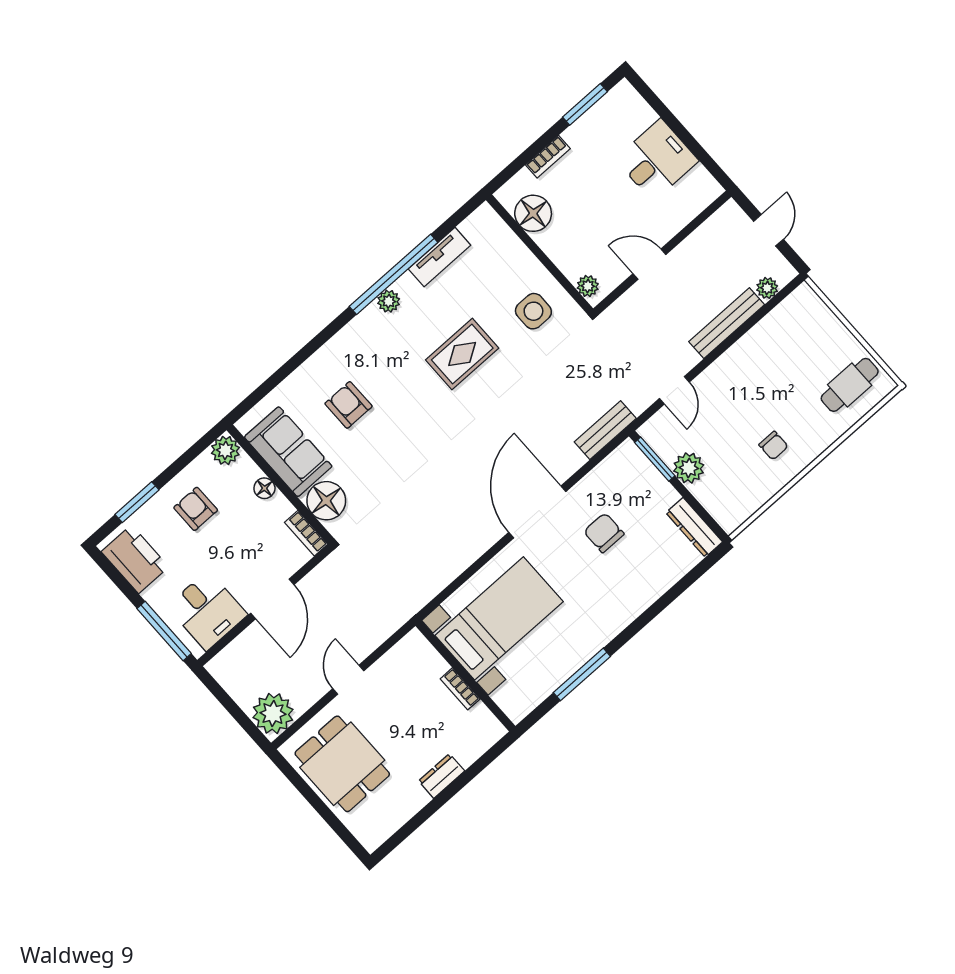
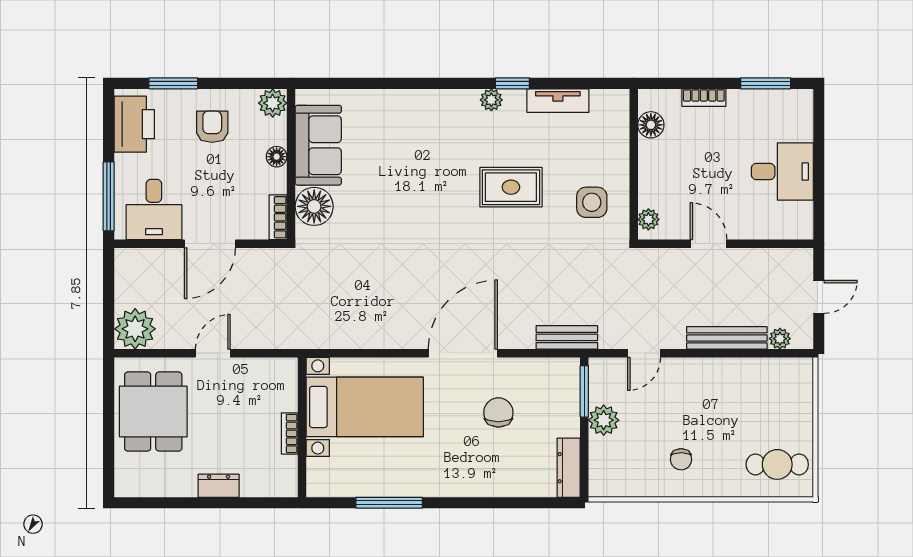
floor lamp: (533, 213) -> (651, 125), width x0.73, depth x0.73
window: (394, 274) -> (512, 83), width x0.32
armchair: (348, 405) -> (393, 150), removed

